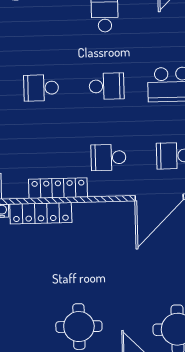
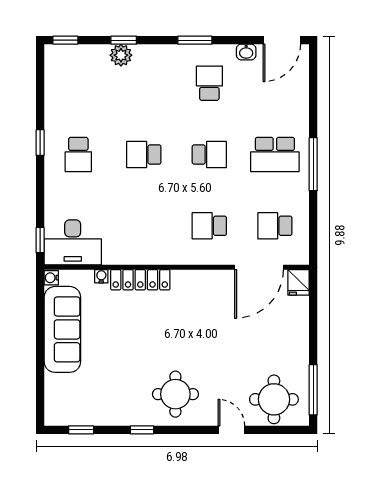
locker: (58, 188) -> (158, 255), removed

